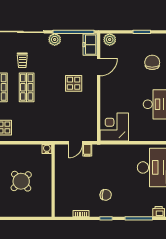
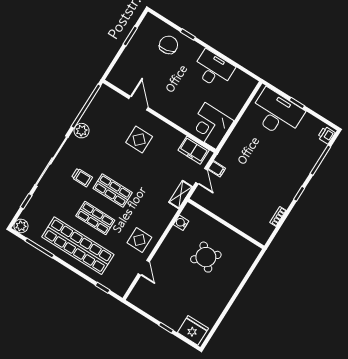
plant: (110, 40) -> (117, 74), removed
freezer: (90, 45) -> (194, 150), moved
chair: (152, 62) -> (168, 45), turned 79
shelving: (54, 136) -> (181, 195), added
water cooler: (47, 149) -> (181, 223), moved
chair: (106, 195) -> (275, 179), removed

